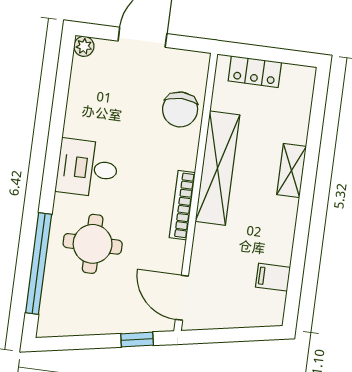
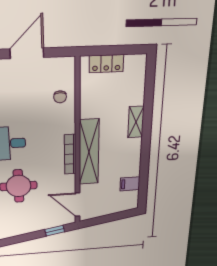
chair: (180, 109) -> (60, 97), width x0.54, depth x0.54
shelving: (217, 168) -> (89, 152), moved

